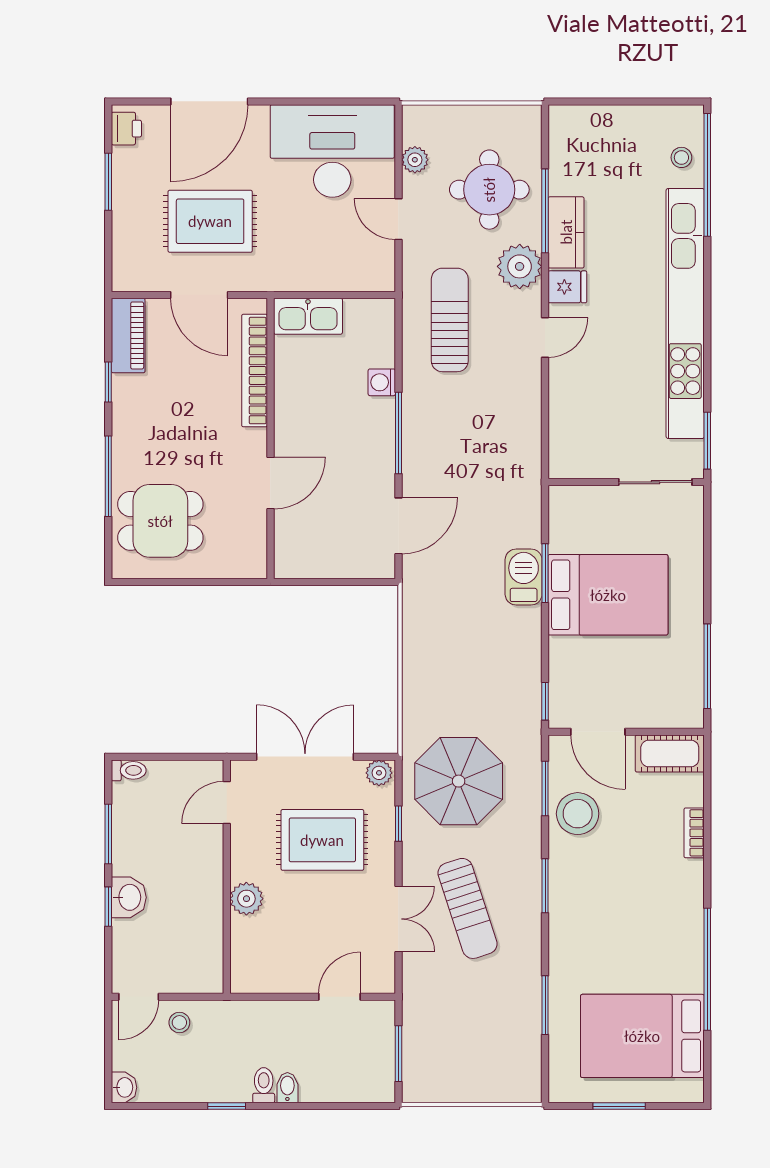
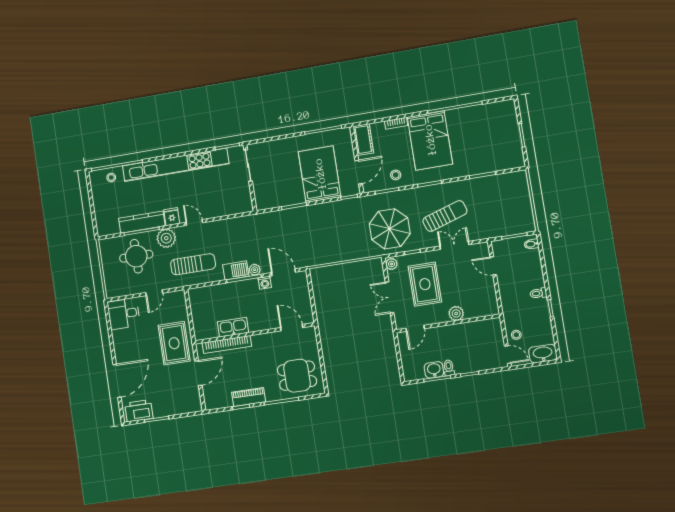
door: (209, 101) -> (117, 381), hinge flipped
printer: (126, 129) -> (139, 411), width x1.87, depth x1.48
desk: (332, 151) -> (124, 314), width x0.53, depth x0.77
plant: (415, 160) -> (255, 270), moved
rug: (210, 221) -> (174, 343), moved
kitchen counter: (566, 232) -> (142, 222), width x1.50
kitchen sink: (308, 316) -> (233, 327), moved, turned -90
sun lounger: (450, 320) -> (193, 264), turned 180
piano: (128, 335) -> (249, 397), moved
washing machine: (382, 382) -> (265, 283), moved
door: (270, 483) -> (292, 328), moved
dining table: (160, 521) -> (297, 376), turned 90
barbecue: (524, 577) -> (236, 270), moved, turned 180
bed: (608, 595) -> (320, 174), moved
double door: (305, 757) -> (390, 297), width x0.73
toilet: (129, 770) -> (449, 368), moved
door: (227, 802) -> (415, 328), hinge flipped
stool: (578, 814) -> (396, 175), width x0.53, depth x0.53
washbasin: (129, 897) -> (434, 370), moved
bed: (642, 1036) -> (430, 140), moved
washbasin: (124, 1087) -> (543, 354), width x1.91, depth x1.45
bidet: (287, 1088) -> (531, 244), moved

